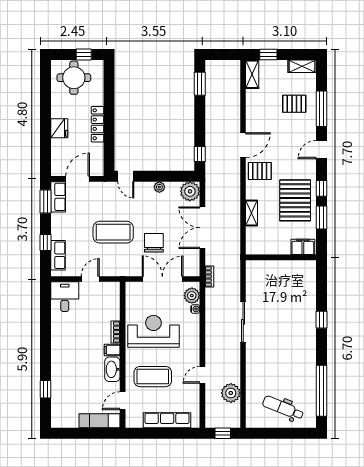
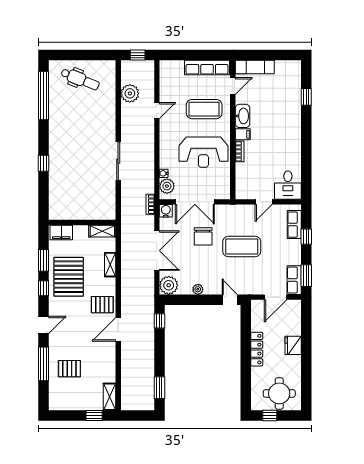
shelving: (302, 66) -> (102, 231), moved
water cooler: (193, 270) -> (166, 211), added
row of seats: (167, 420) -> (207, 67), moved

